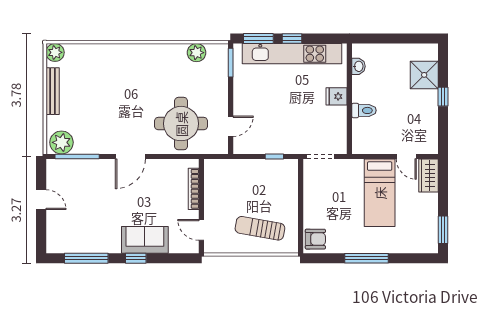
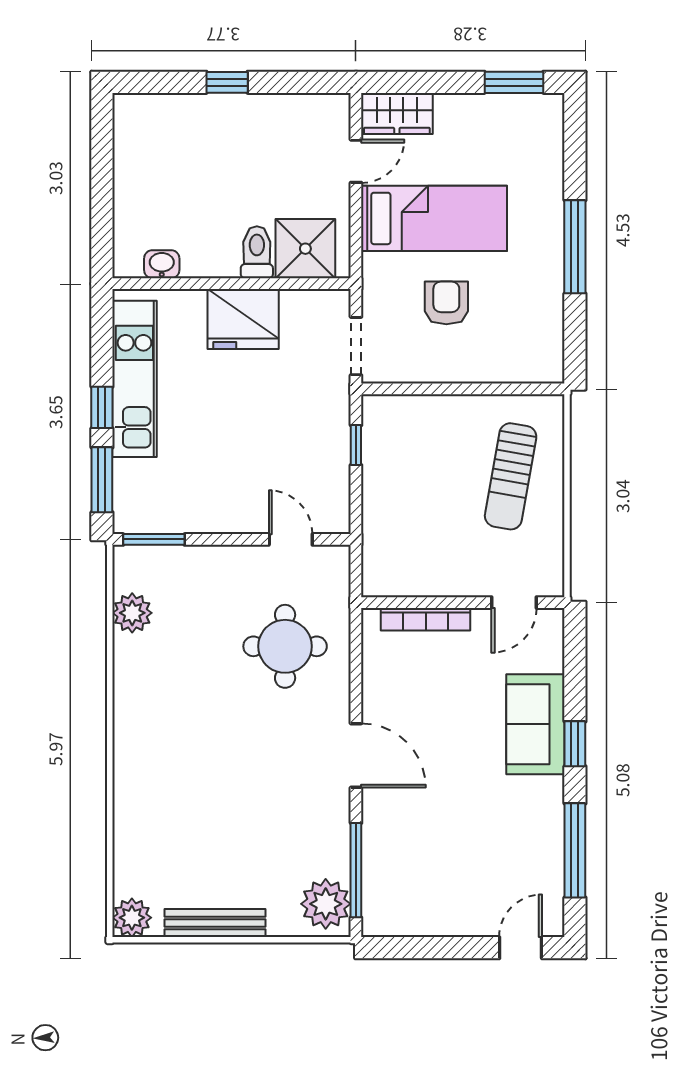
kitchen unit: (292, 54) -> (134, 379), width x0.73
shower: (424, 75) -> (305, 249), moved
fridge: (336, 96) -> (243, 319), width x1.88, depth x1.34
round table: (181, 124) -> (285, 646), width x0.73, depth x0.73
door: (41, 200) -> (521, 948), moved
armchair: (315, 239) -> (446, 303), moved

